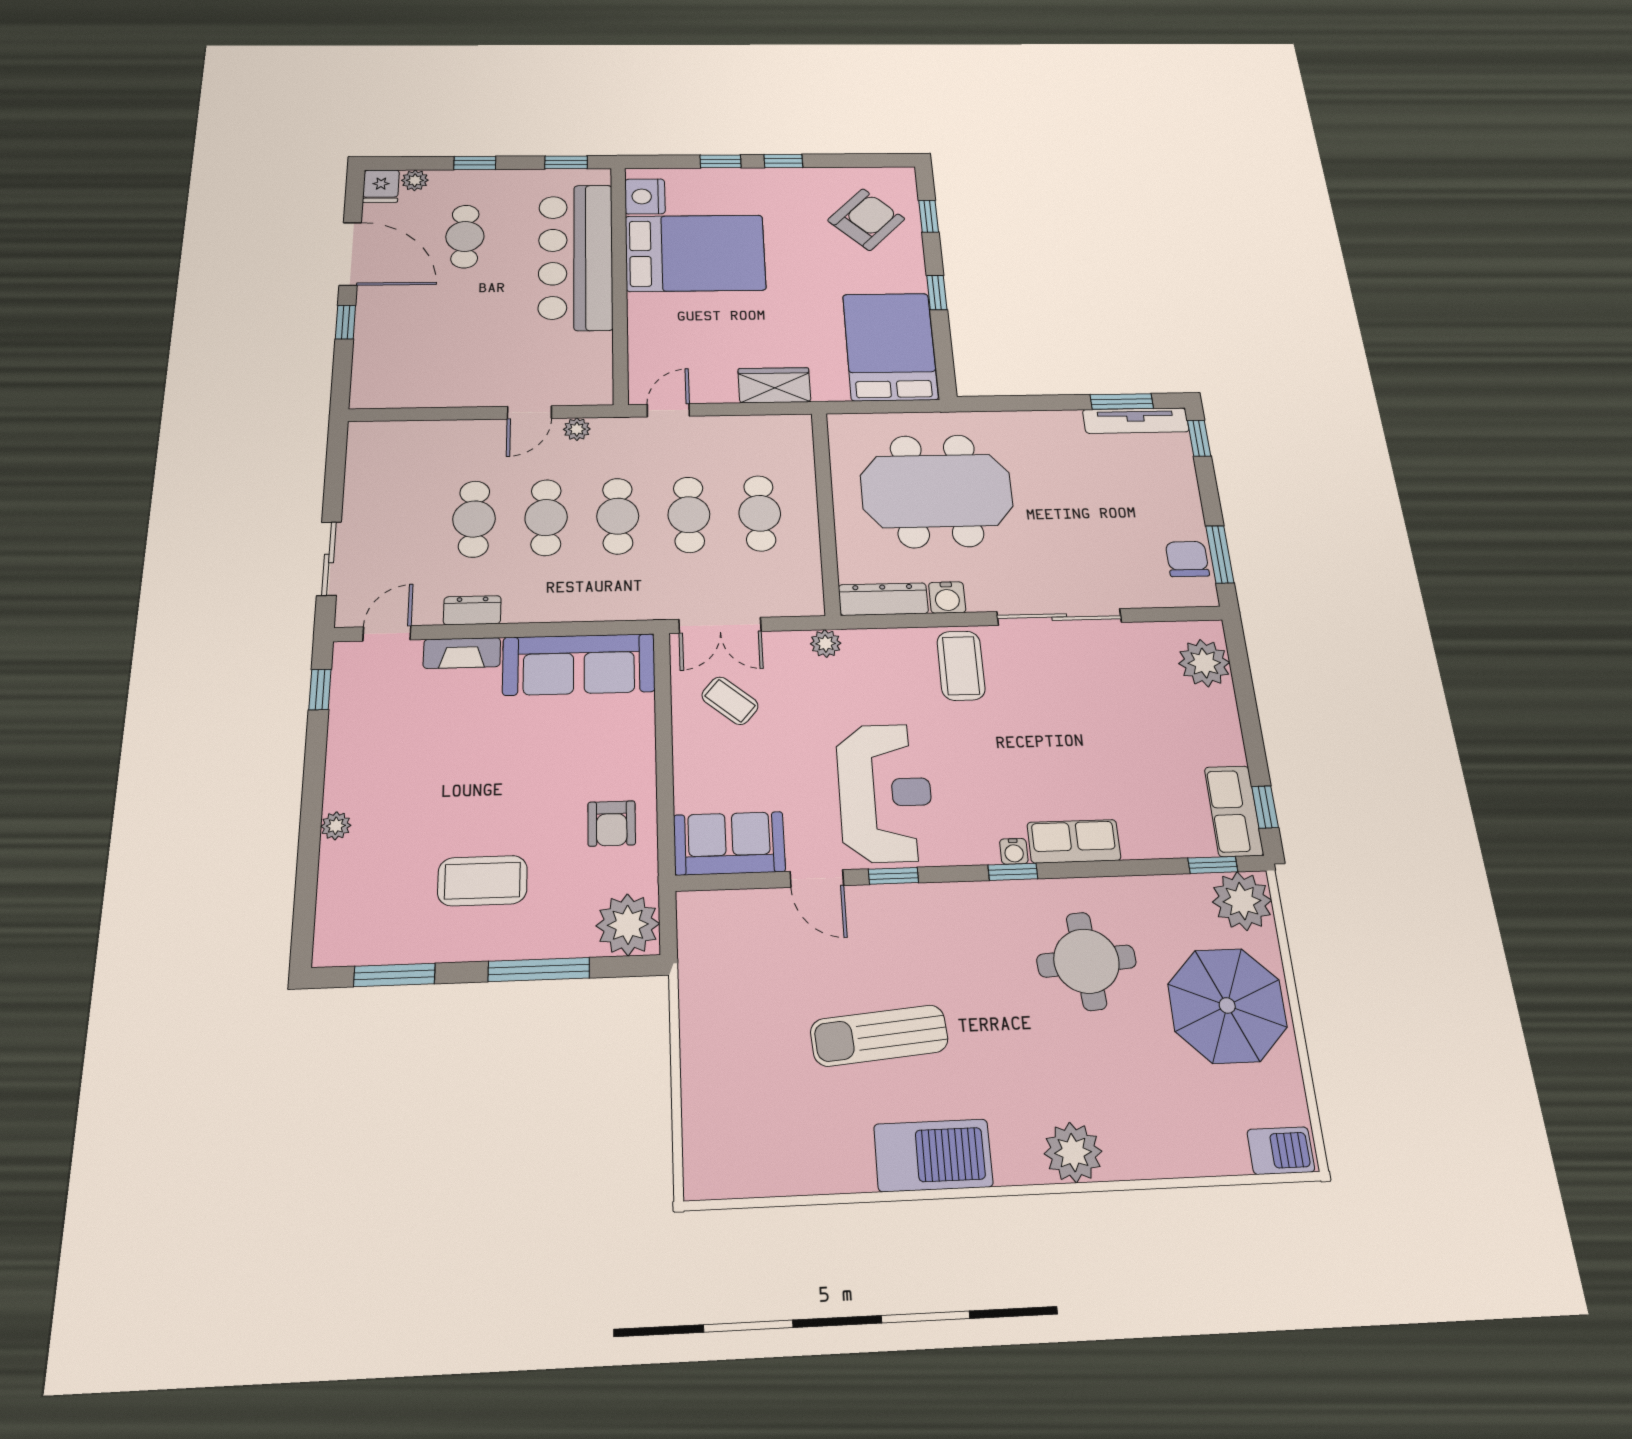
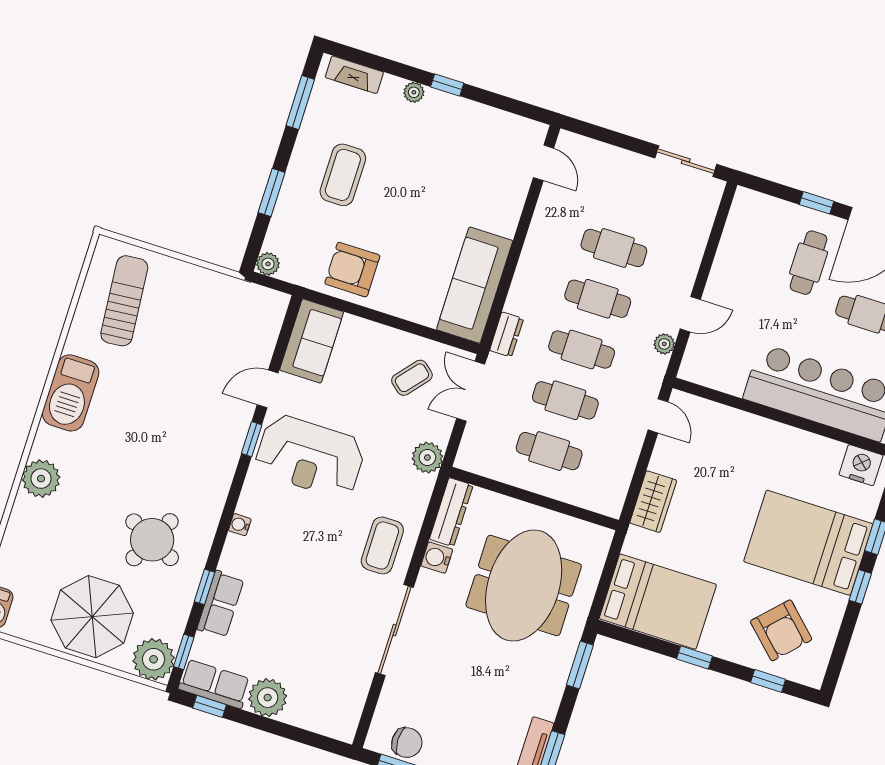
bed: (695, 253) -> (808, 543), moved, turned 90
cafe table: (422, 310) -> (809, 263), added
window: (1002, 403) -> (580, 665), added
door: (529, 412) -> (690, 314), swing flipped
sliding door: (329, 558) -> (686, 161), moved
dresser: (472, 610) -> (507, 334), moved
plant: (826, 644) -> (427, 458), width x1.38, depth x1.38
fireplace: (462, 653) -> (354, 75), moved, turned -90
plant: (1204, 663) -> (268, 698), moved
coffee table: (961, 666) -> (382, 545), turned 90
window: (320, 690) -> (447, 85), moved
armchair: (612, 823) -> (352, 270), width x1.38, depth x1.38
row of seats: (1074, 841) -> (221, 604), moved
window: (1013, 872) -> (204, 587), moved
plant: (628, 925) -> (268, 264), width x0.53, depth x0.53
round table: (1086, 961) -> (152, 540), turned 31
window: (539, 970) -> (272, 193), width x0.69
sun lounger: (879, 1036) -> (124, 301), moved

